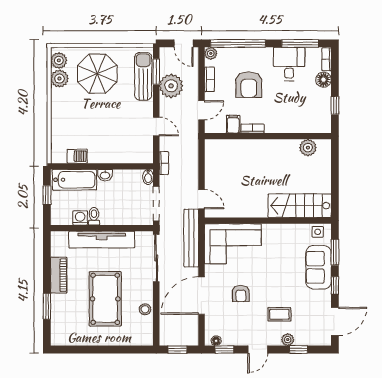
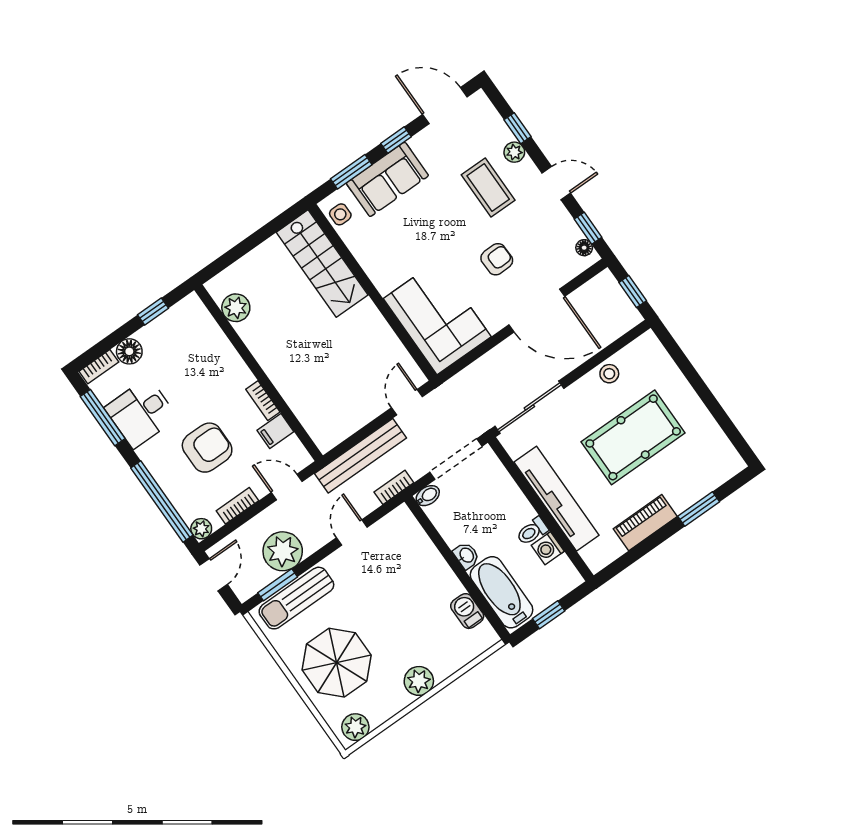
plant: (59, 79) -> (419, 681), moved
bench: (191, 238) -> (361, 456), moved
coffee table: (279, 314) -> (488, 187), width x1.36, depth x1.30

